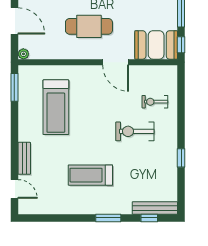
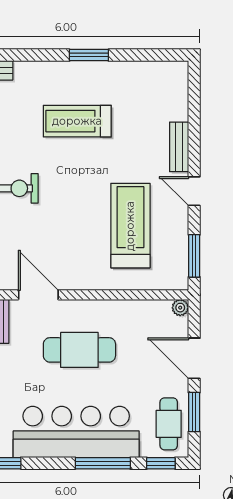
treadmill: (90, 175) -> (77, 121), turned 180
door: (14, 189) -> (194, 191), moved
window: (108, 218) -> (89, 55), moved

